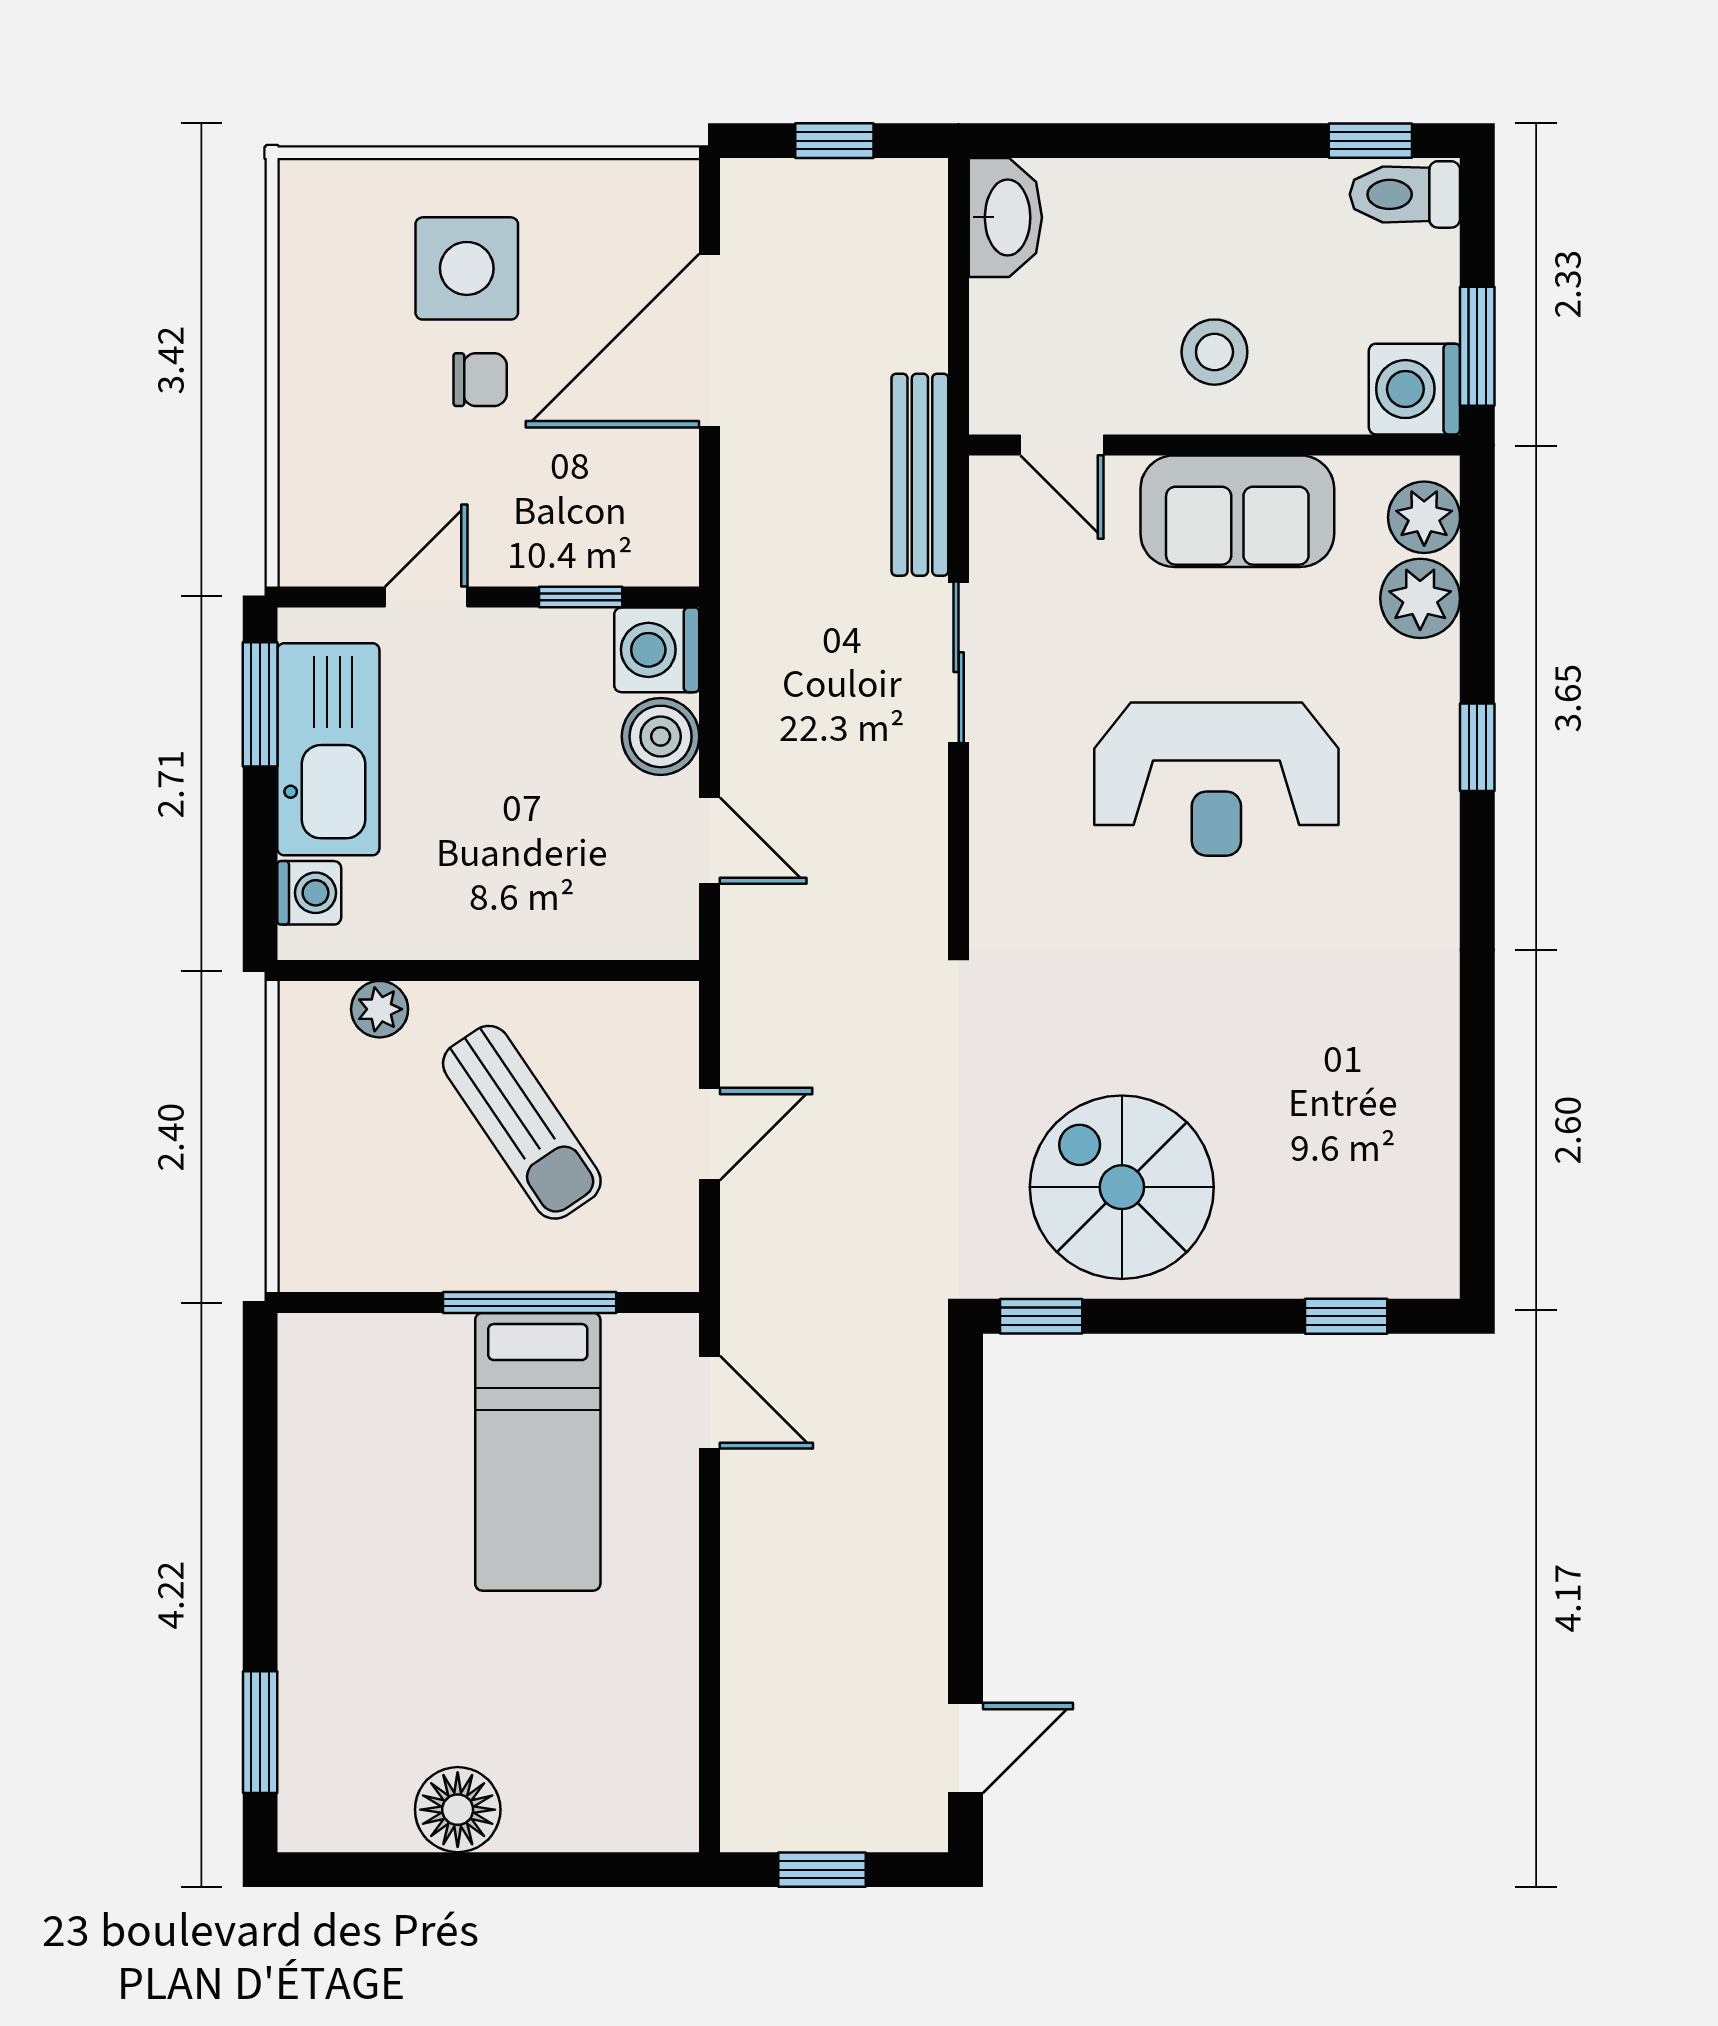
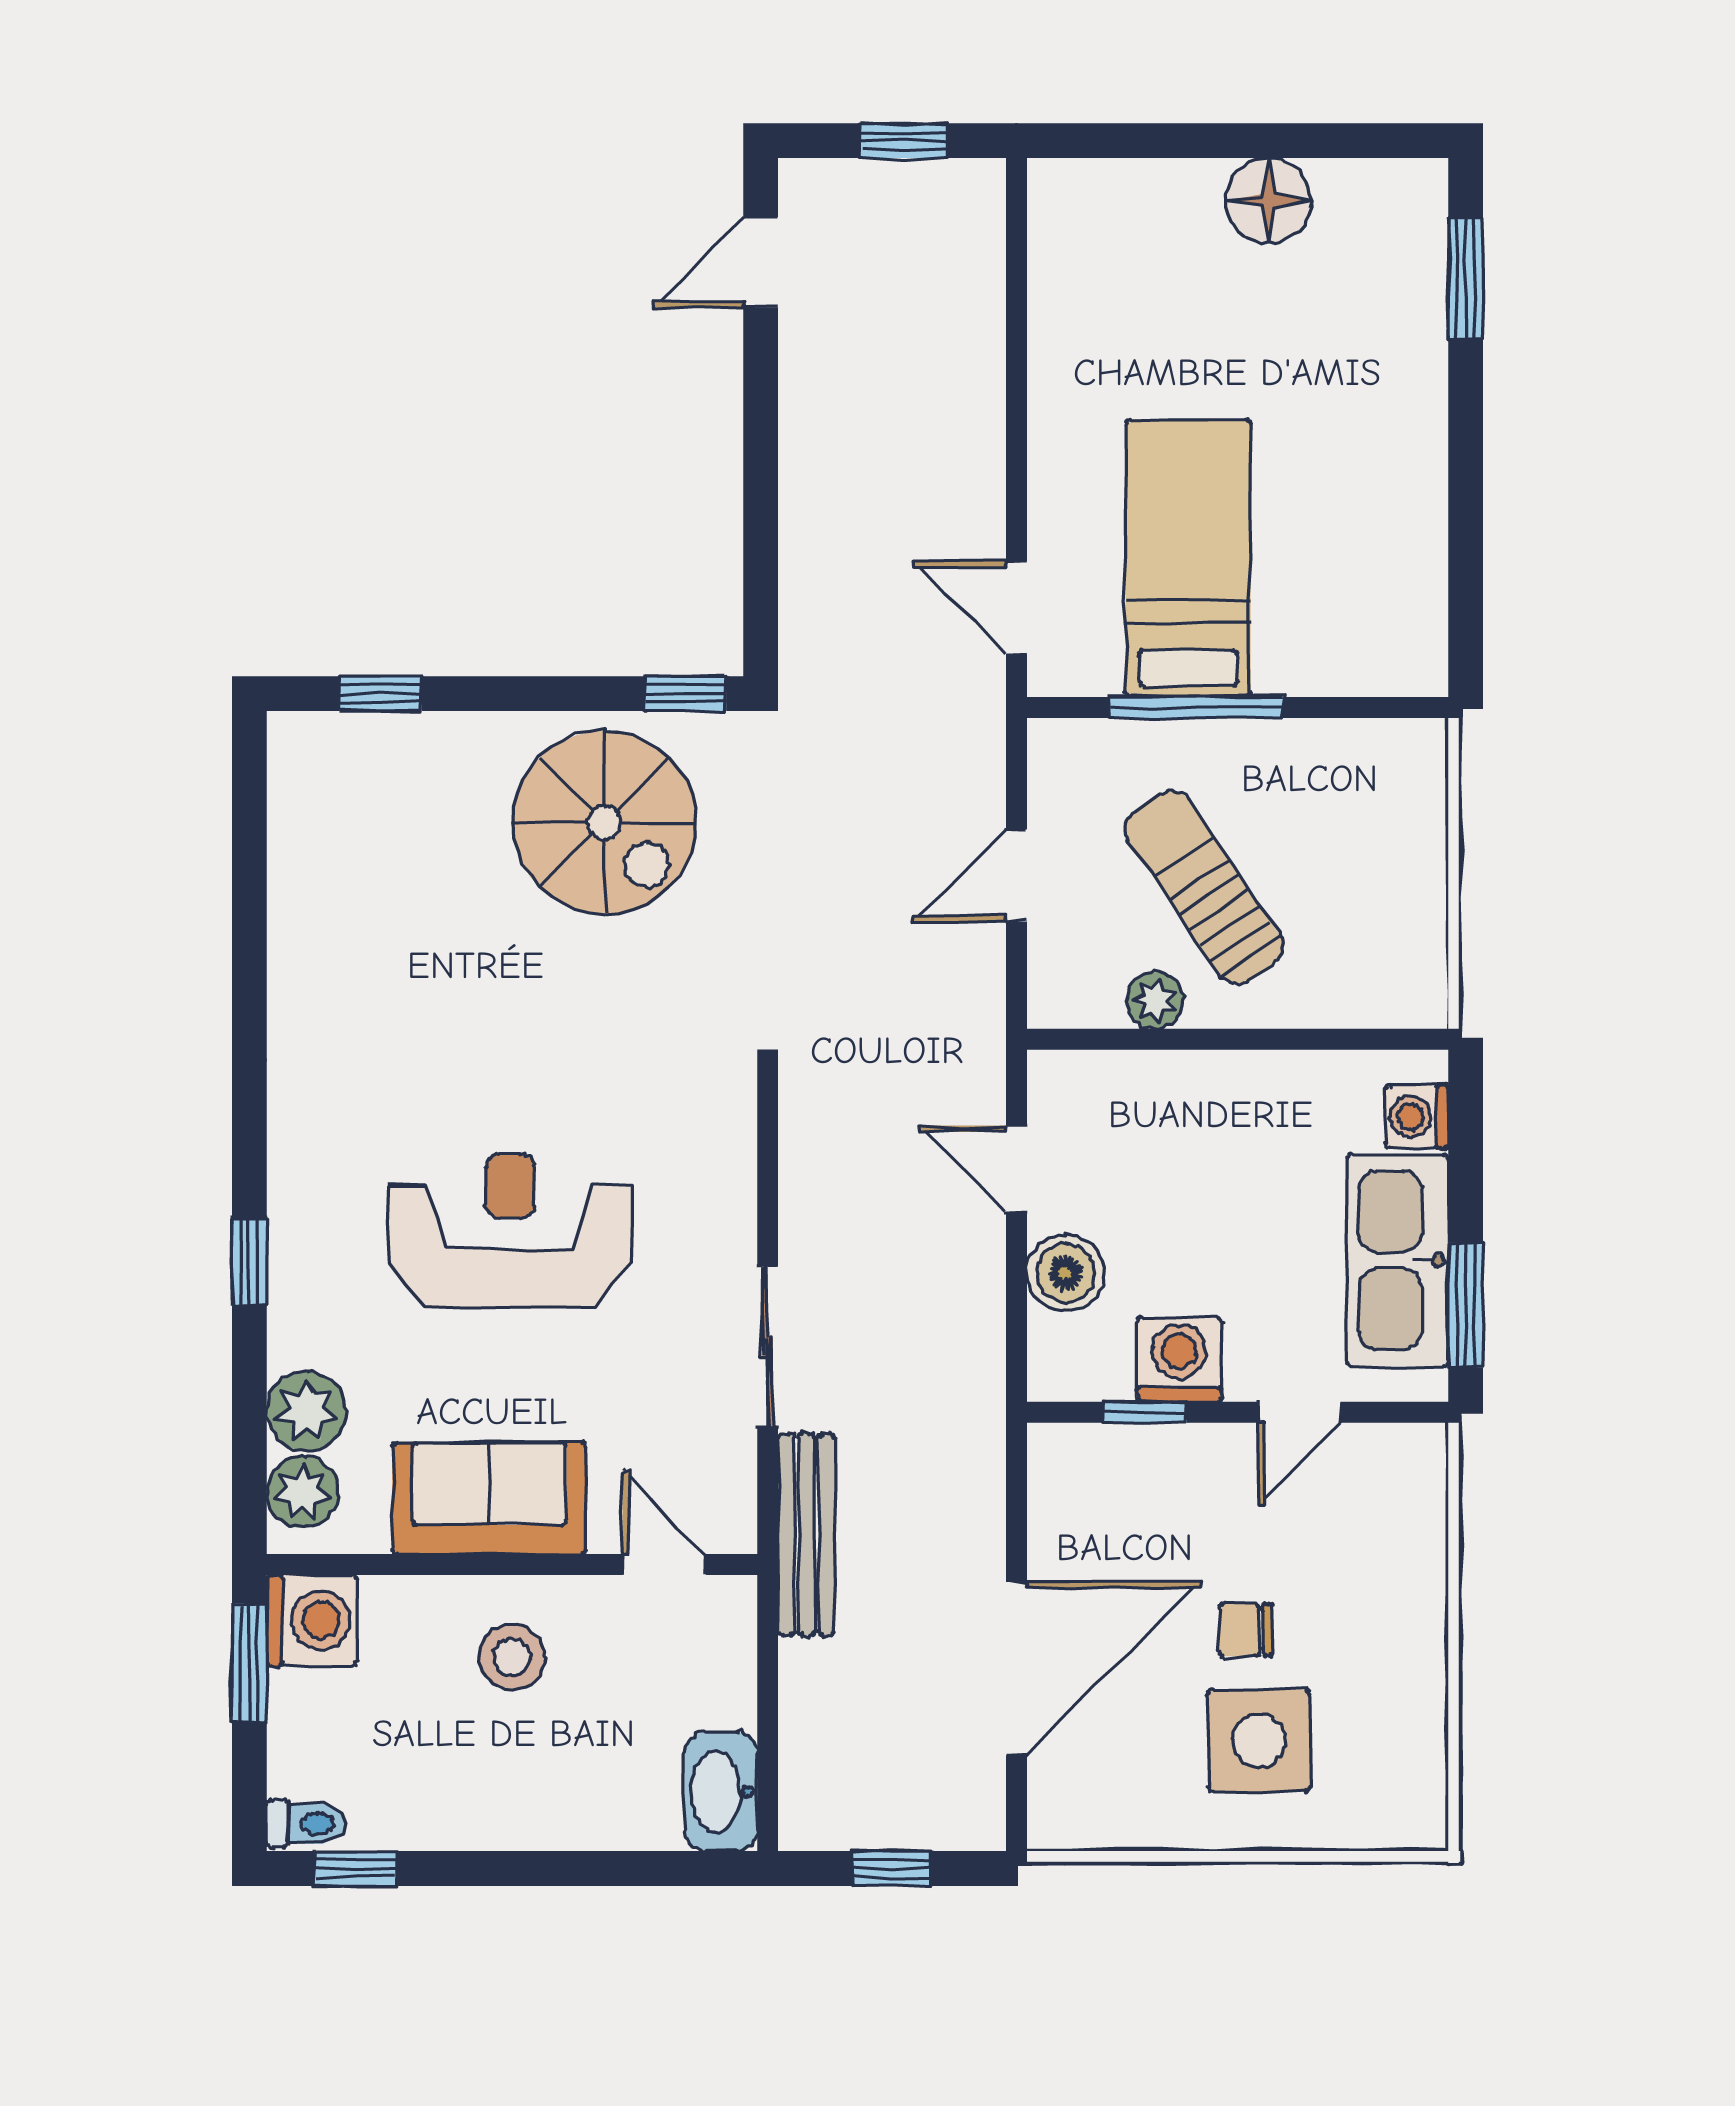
toilet: (1405, 194) -> (306, 1824), width x0.73, depth x0.72
washing machine: (657, 650) -> (1179, 1360), moved, turned -90
plant: (380, 1009) -> (1155, 1000), moved

